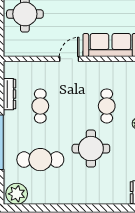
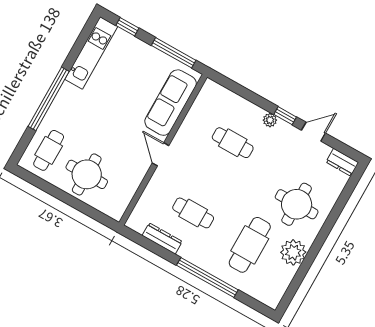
round table: (91, 149) -> (297, 204), moved
plant: (17, 194) -> (293, 252), moved

